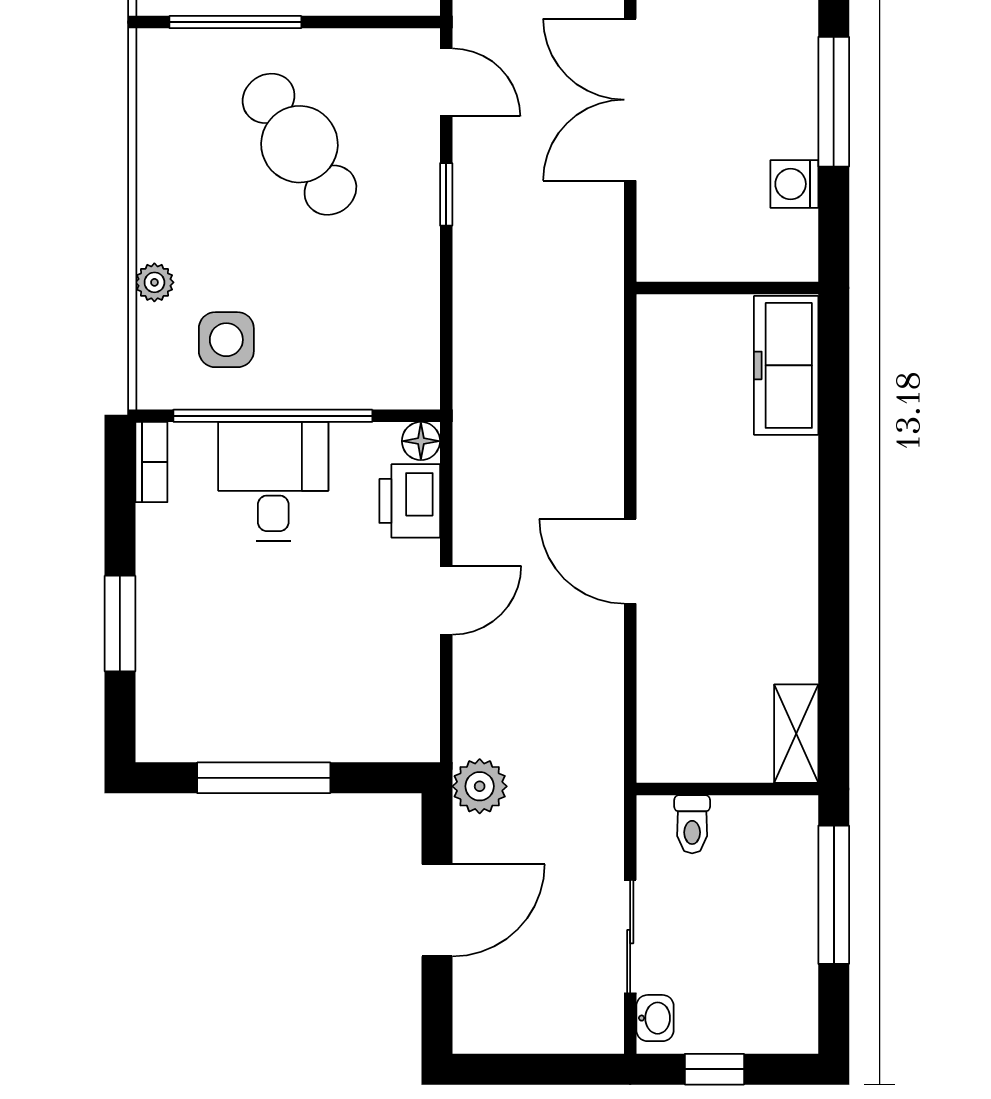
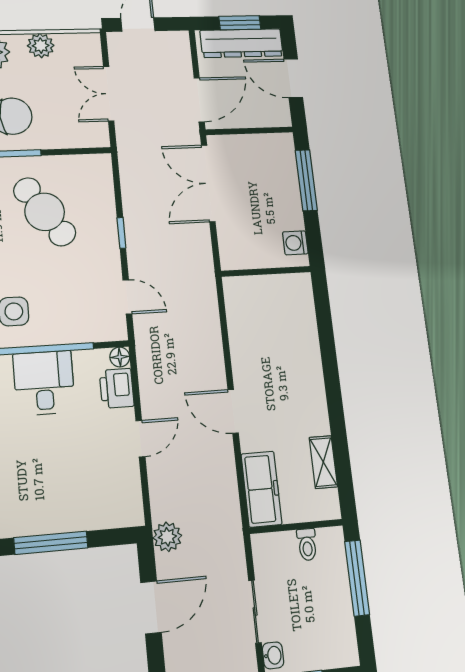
door: (446, 82) -> (127, 297), moved
washing machine: (794, 184) -> (295, 243), moved
freezer: (786, 365) -> (261, 489), moved, turned 180
shelving: (796, 734) -> (323, 462), moved
toilet: (692, 824) -> (307, 544), moved

